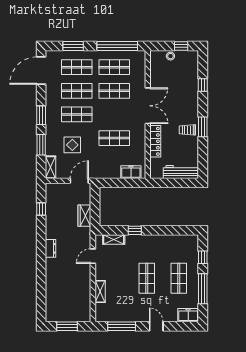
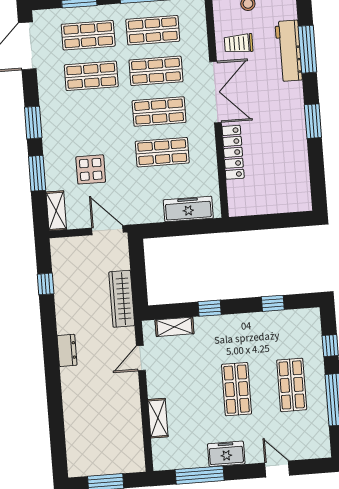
window: (203, 85) -> (307, 49), width x2.17
shop shelf: (77, 114) -> (159, 112), moved
trolley: (187, 130) -> (238, 43), moved
freezer: (131, 172) -> (188, 209), width x1.40
workbench: (181, 172) -> (289, 51), moved, turned -90
door: (79, 181) -> (107, 230), hinge flipped
wardrobe: (84, 216) -> (122, 299), width x1.50
window: (172, 230) -> (273, 303), added
freezer: (188, 315) -> (226, 454), moved
door: (156, 326) -> (277, 469), moved

